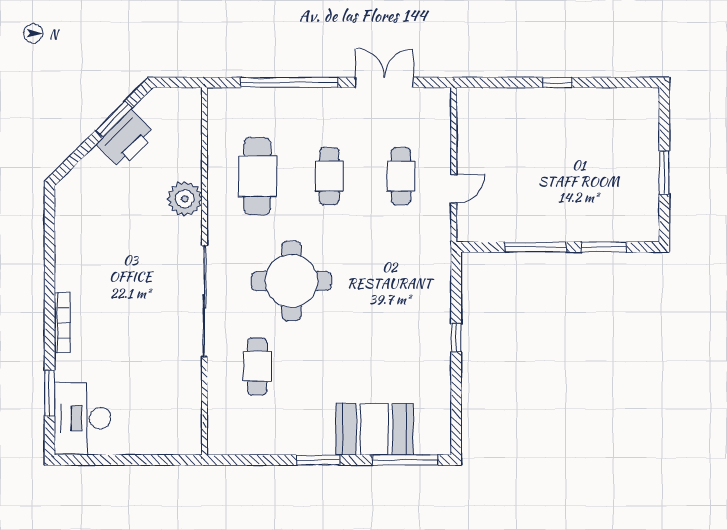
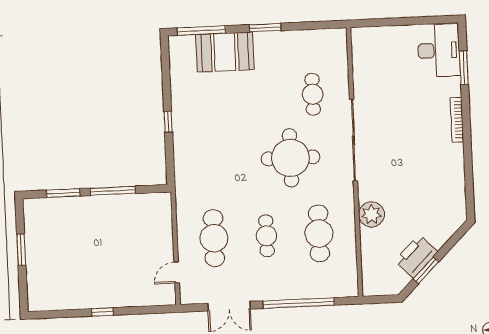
cafe table: (401, 176) -> (214, 238), width x1.37, depth x1.35
door: (454, 189) -> (177, 272), moved

